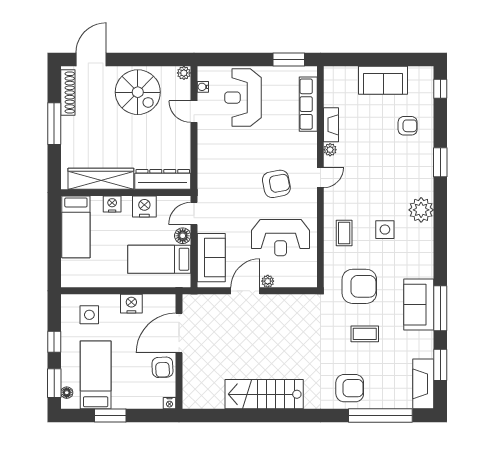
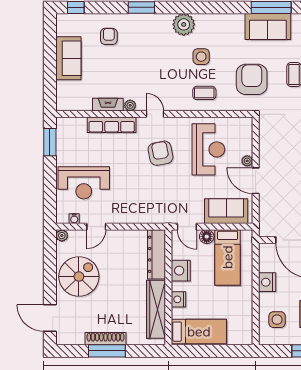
shoe rack: (68, 93) -> (106, 339), moved
row of seats: (308, 104) -> (112, 125), moved

